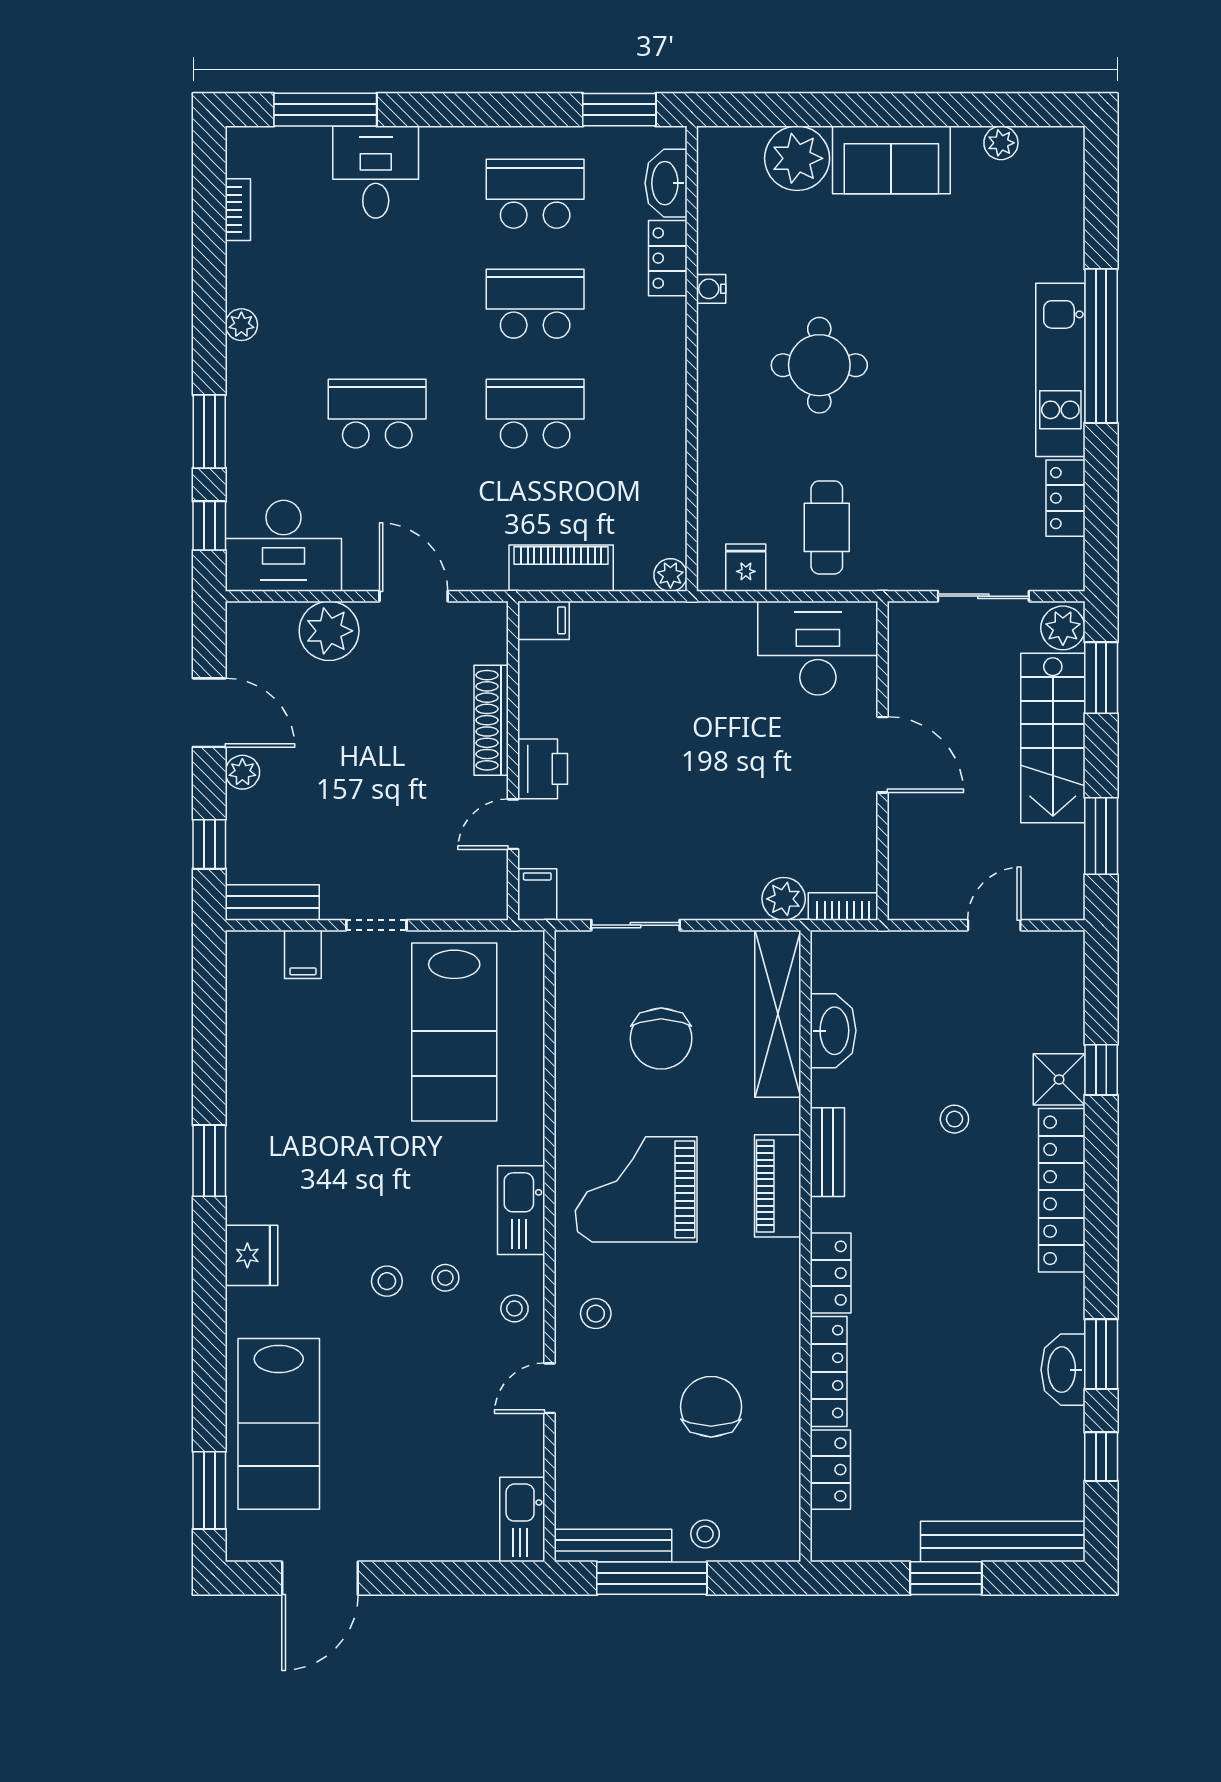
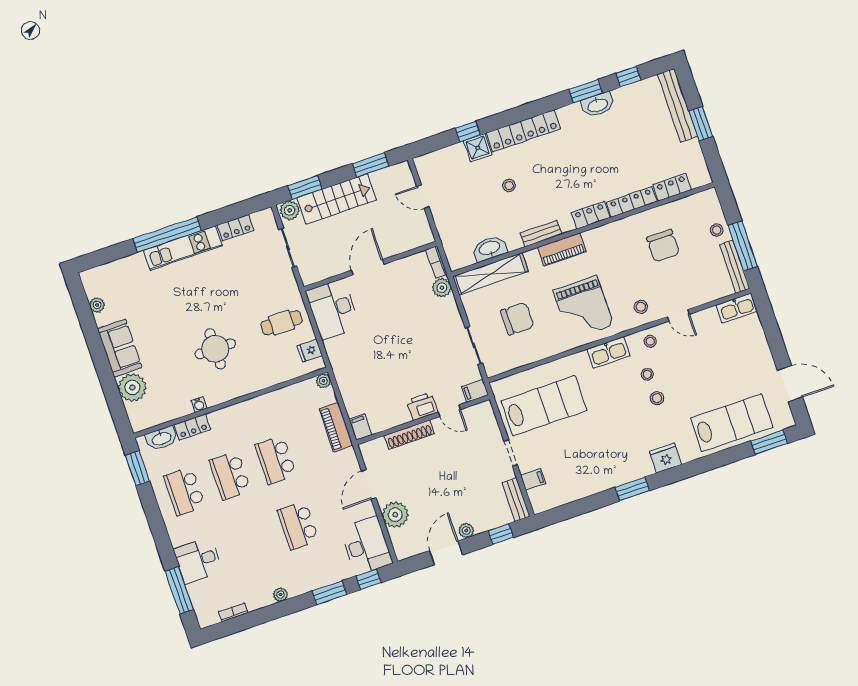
chair: (711, 1407) -> (663, 246), turned -90

